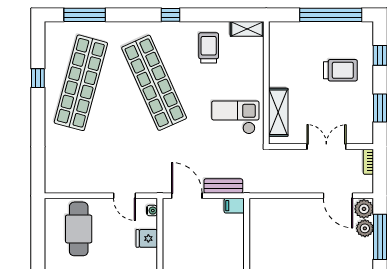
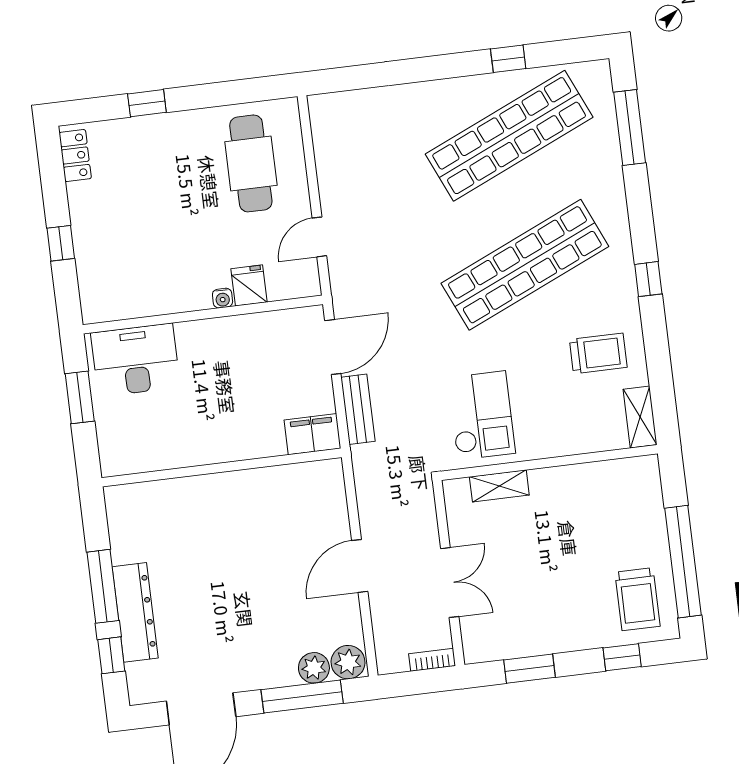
trolley: (340, 70) -> (637, 599), moved
shop shelf: (81, 83) -> (509, 136), turned -39
shelving: (278, 112) -> (499, 486), width x0.67, depth x0.75
door: (338, 196) -> (360, 566), moved
filing cabinet: (234, 206) -> (312, 434), width x2.00
water cooler: (152, 211) -> (223, 298), moved
cafe table: (79, 229) -> (251, 163), turned 90

